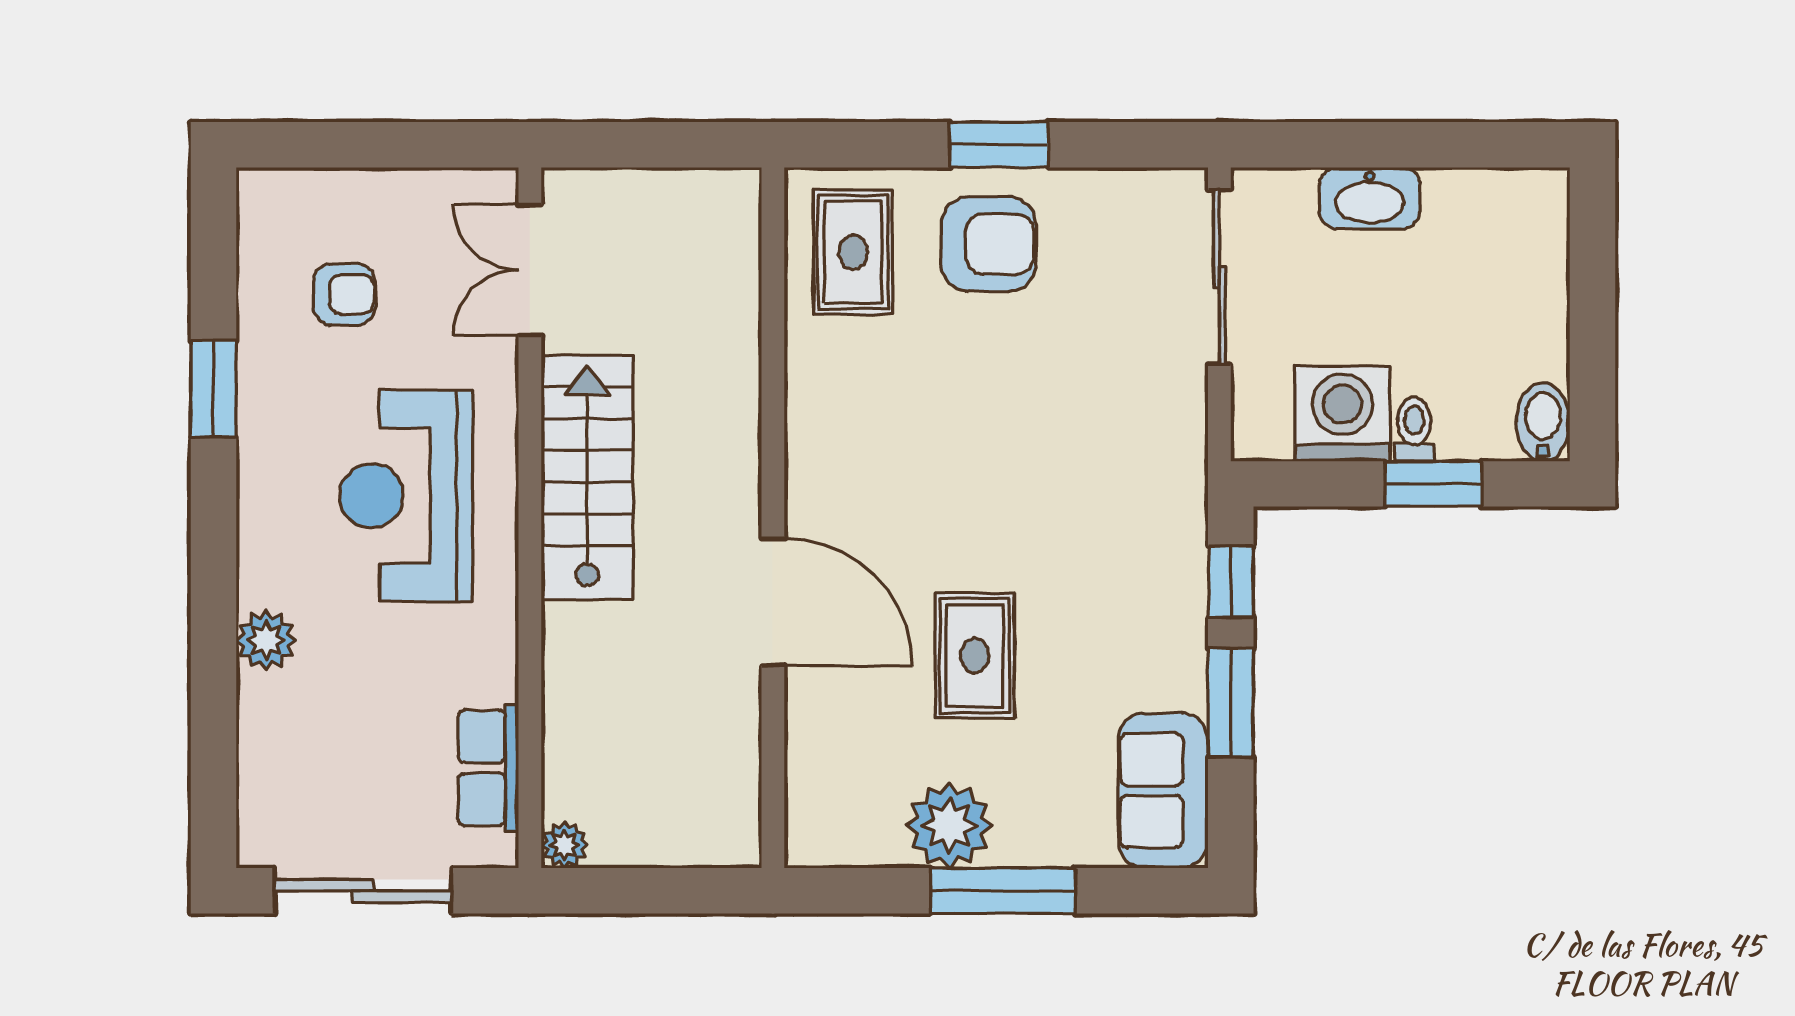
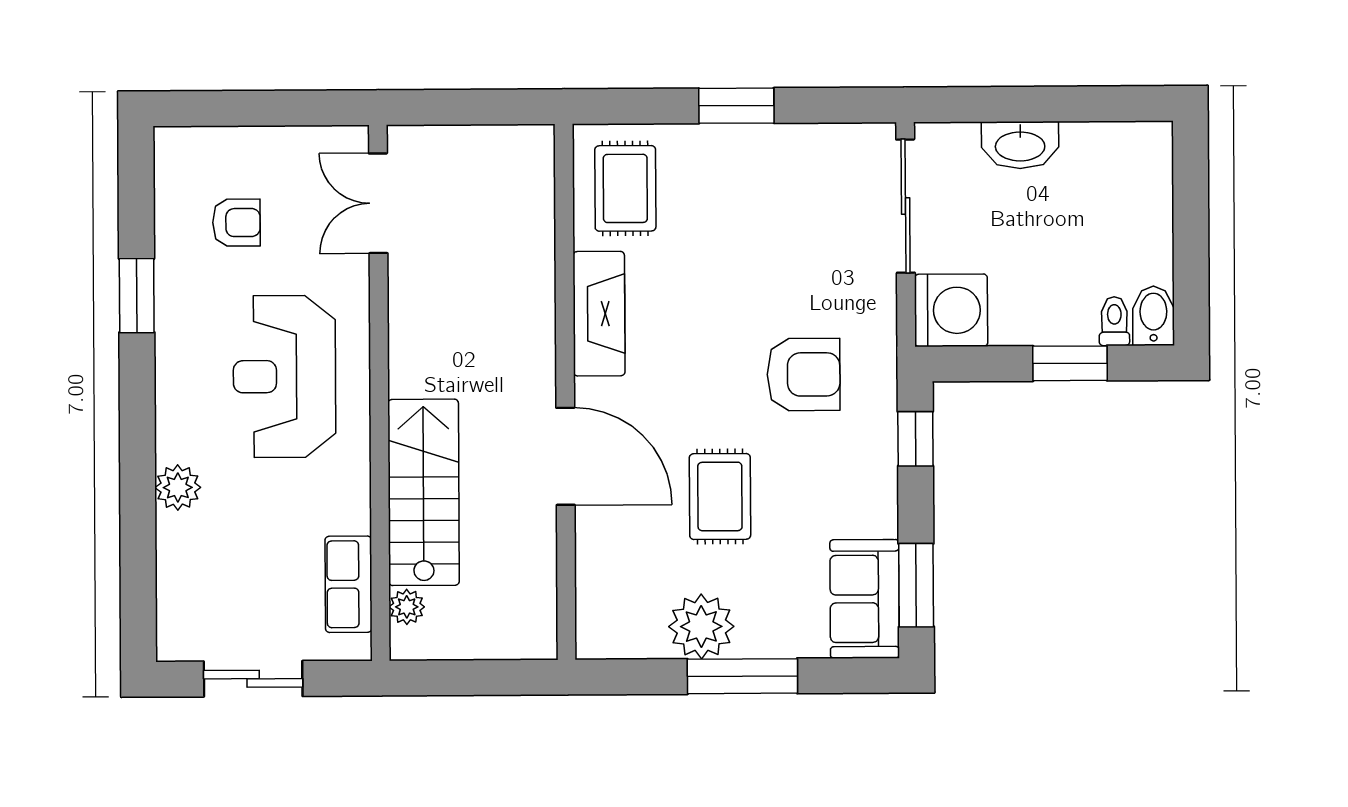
armchair: (989, 244) -> (803, 374), moved
washing machine: (1342, 414) -> (951, 310), moved, turned 90
fireplace: (818, 416) -> (599, 314), added
toilet: (1414, 429) -> (1114, 321), moved
stairs: (587, 477) -> (424, 492), moved
window: (1231, 703) -> (916, 585), moved
plant: (564, 845) -> (407, 607), moved
sliding door: (363, 891) -> (253, 679), width x0.73

